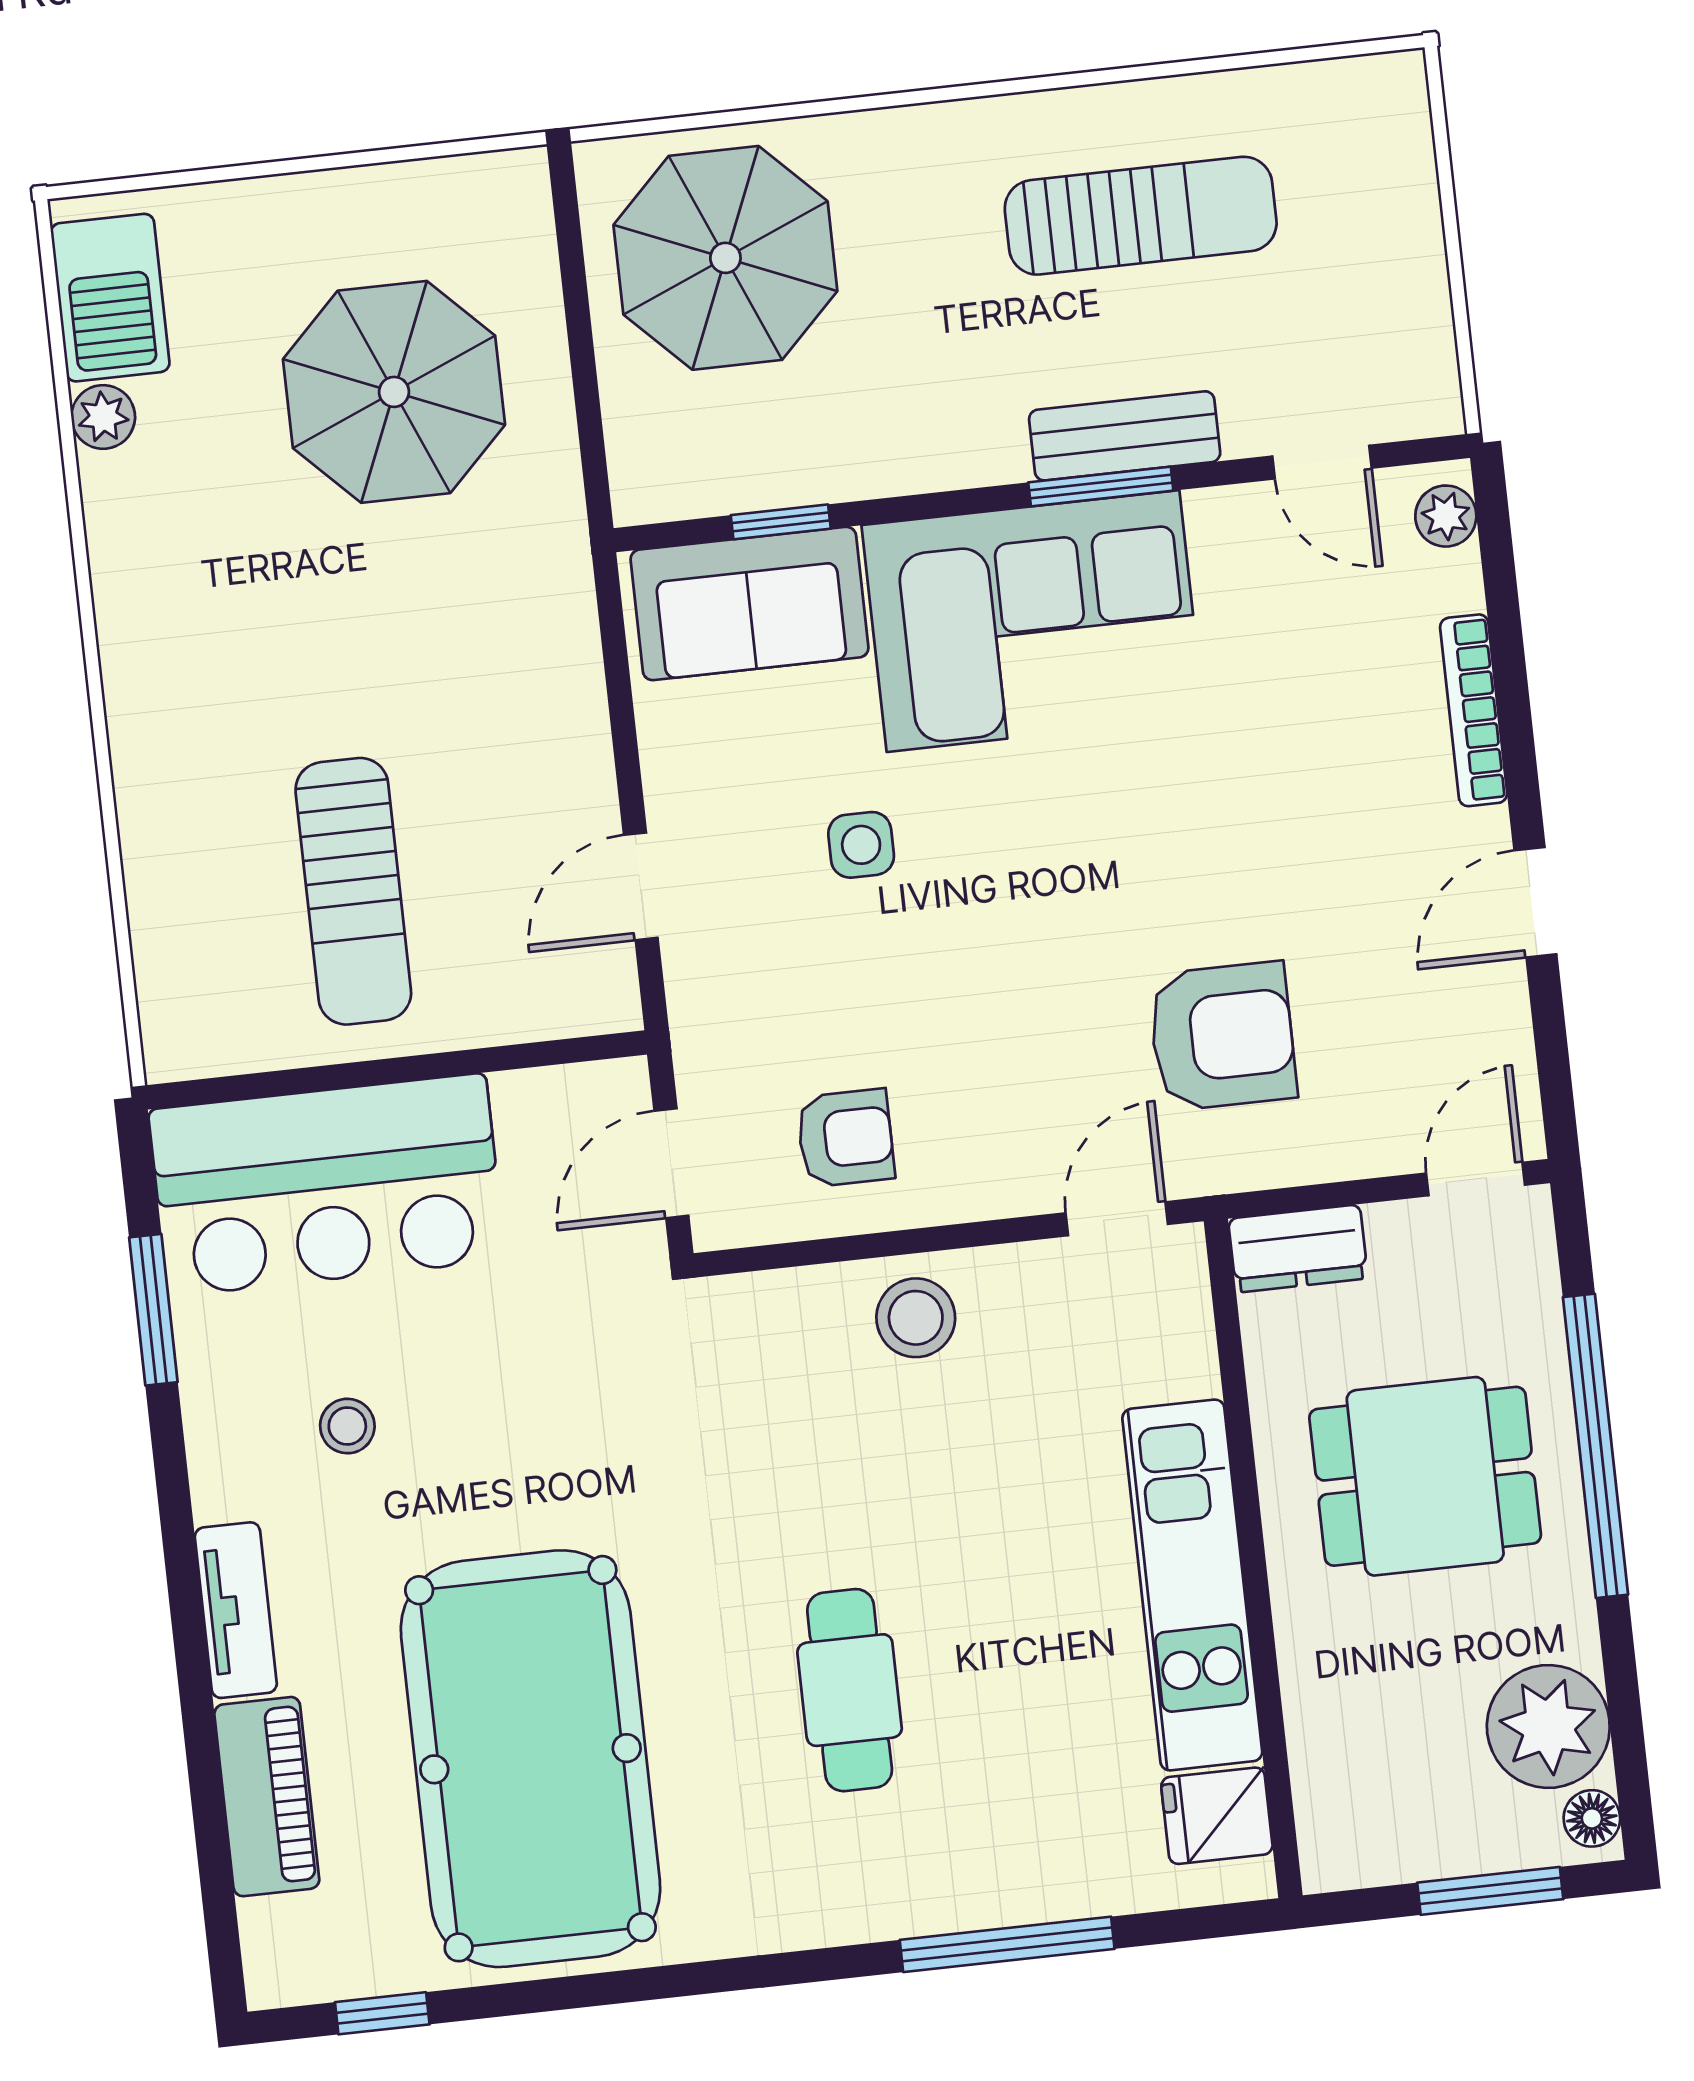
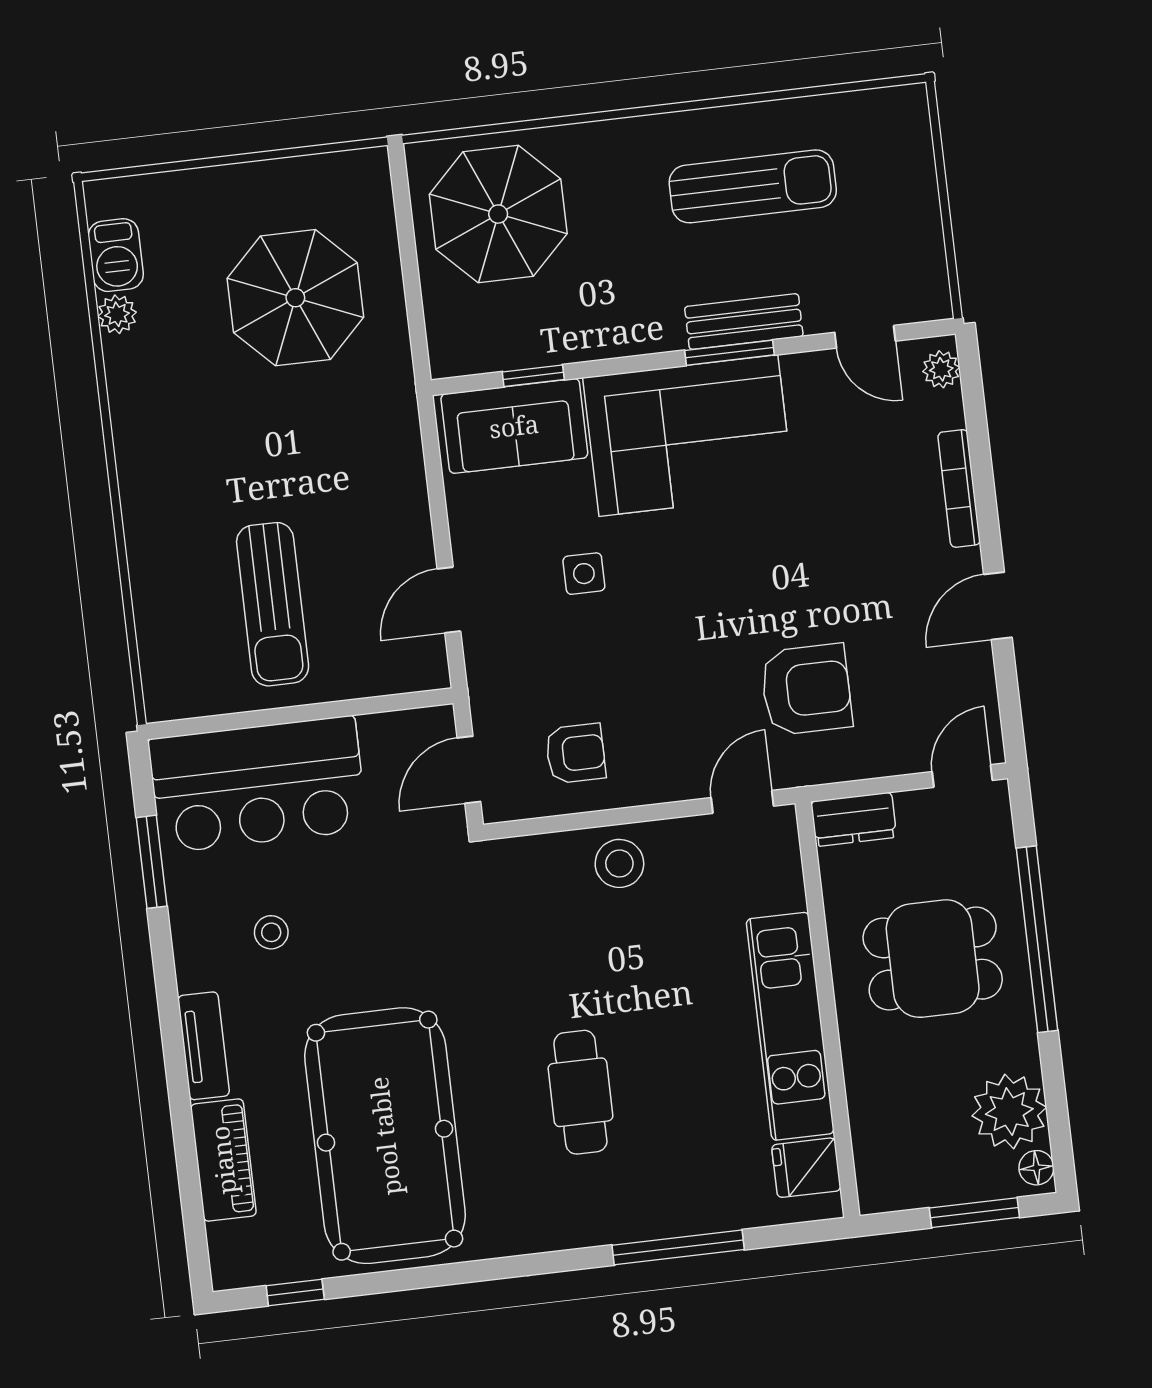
barbecue: (110, 298) -> (116, 255), width x0.73, depth x0.79

